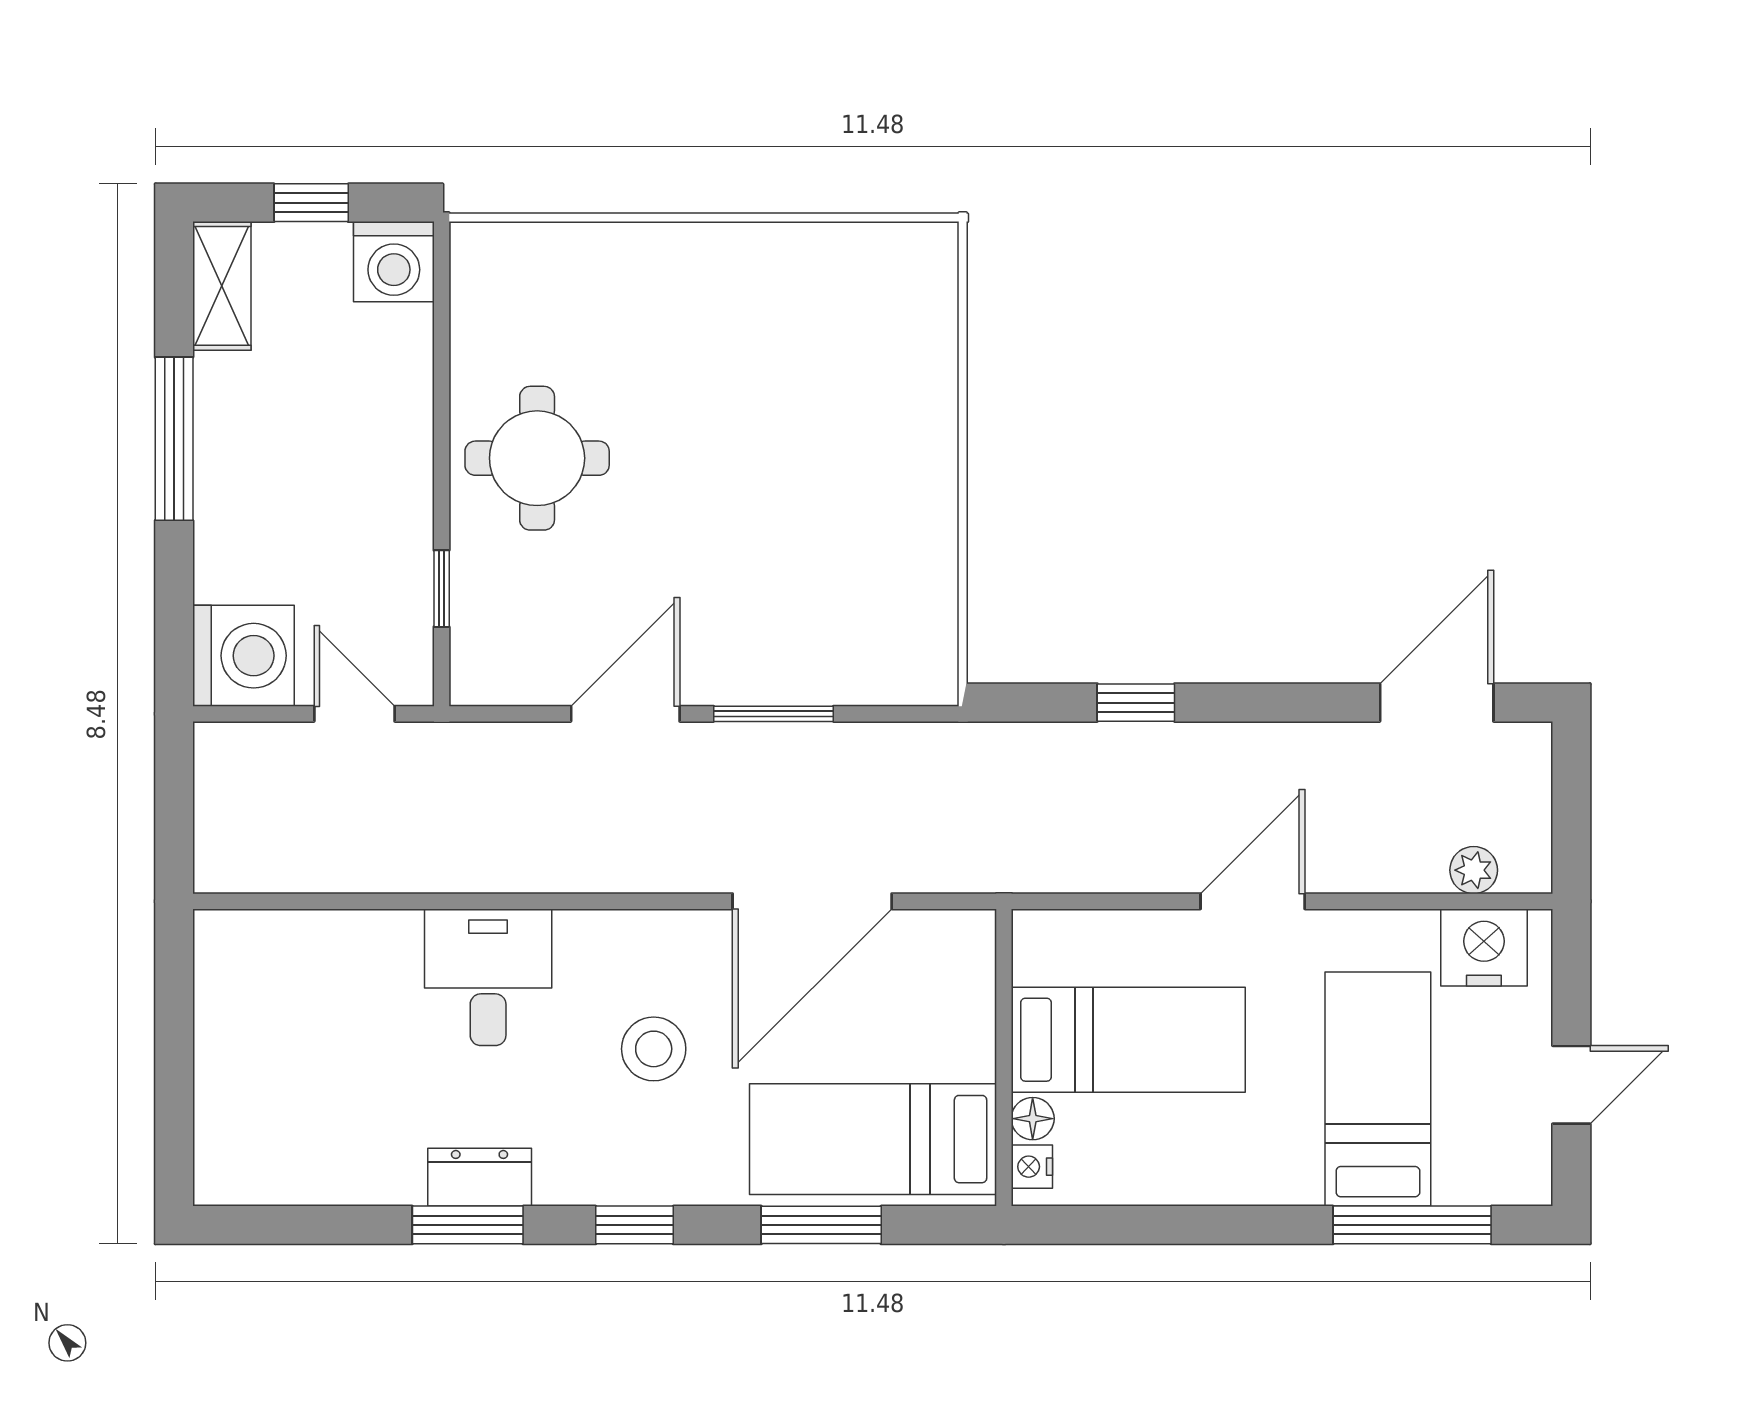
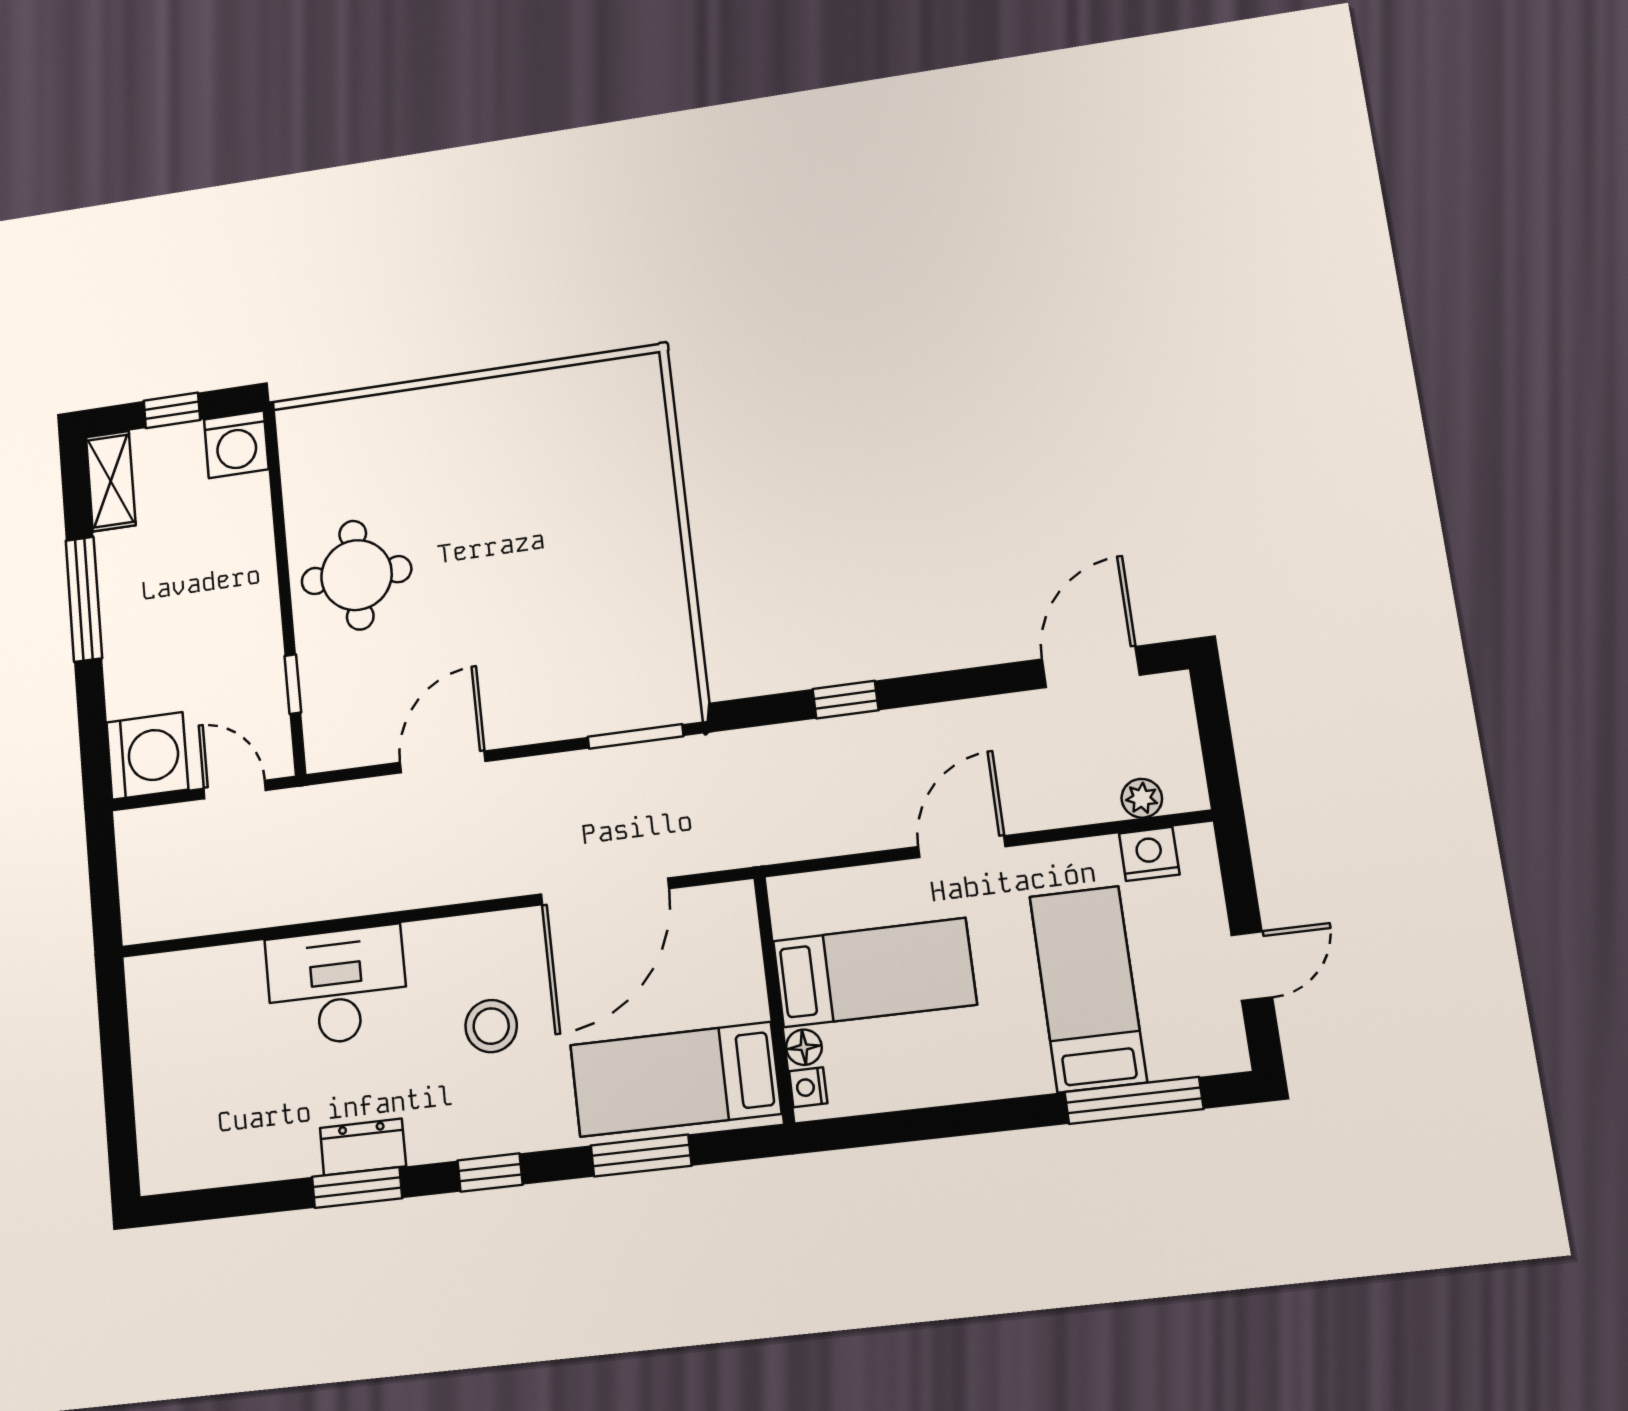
window: (773, 714) -> (636, 736), moved
nightstand: (1484, 947) -> (1149, 854), width x0.74, depth x0.75
desk: (488, 977) -> (337, 986), width x1.37

